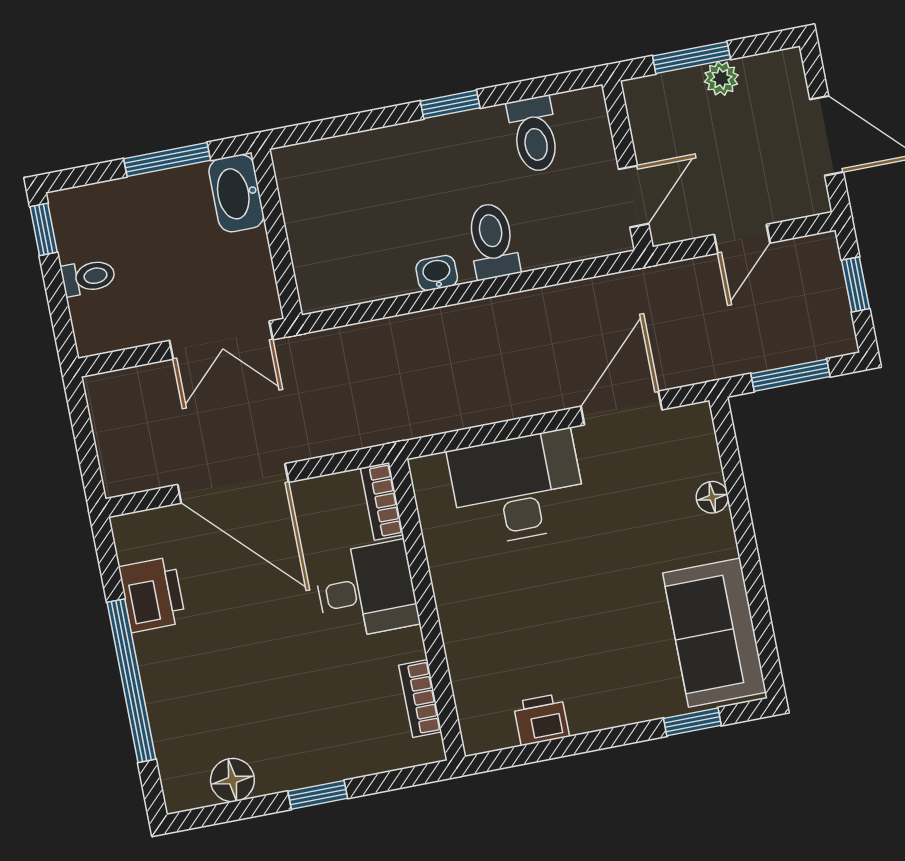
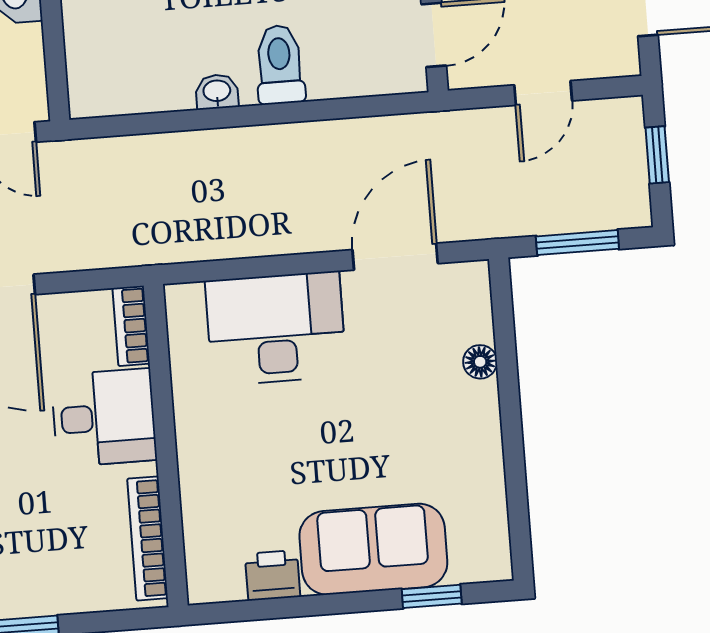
sofa: (714, 633) -> (373, 549), moved, turned 90
bookcase: (420, 698) -> (148, 538), width x1.56

